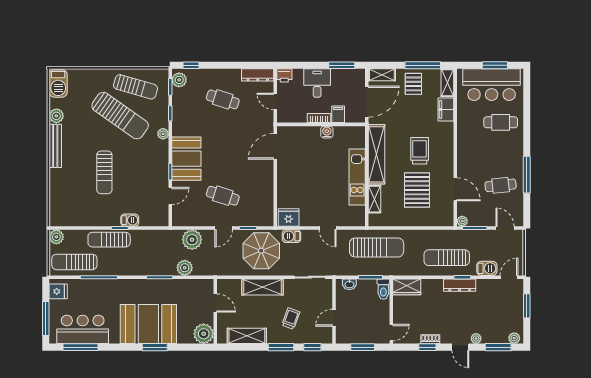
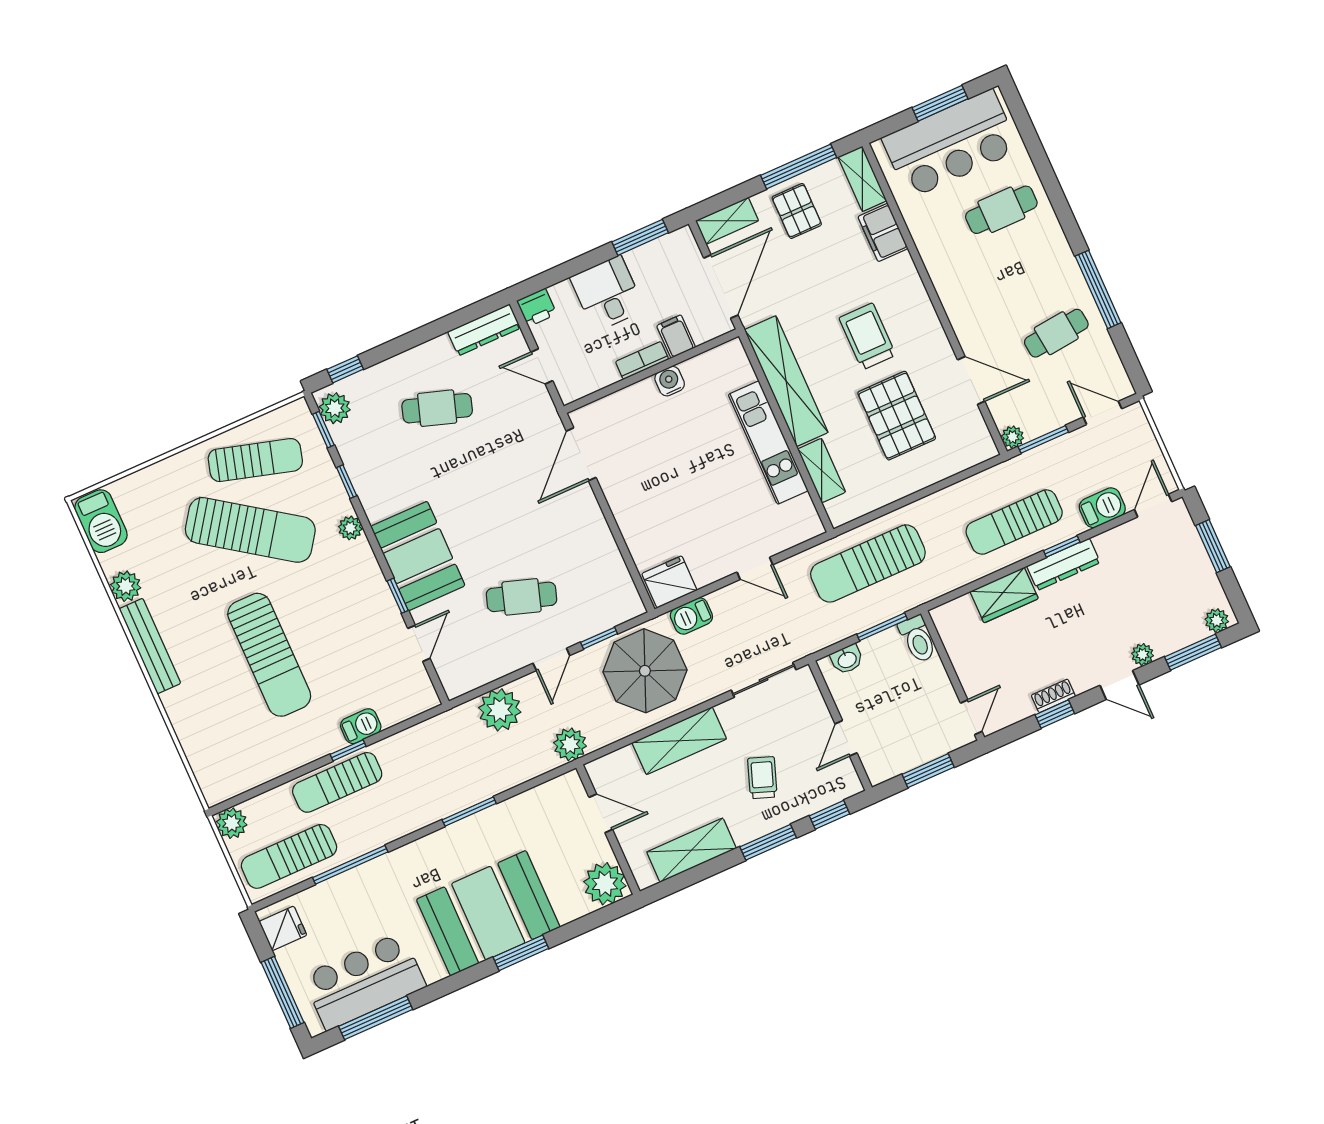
sun lounger: (104, 172) -> (269, 655), width x1.36, depth x1.34
sun lounger: (377, 247) -> (868, 564), turned 180
plant: (185, 268) -> (570, 744), moved
wardrobe: (407, 287) -> (1004, 595), moved

